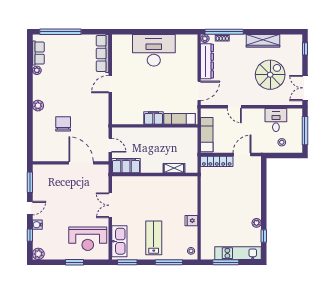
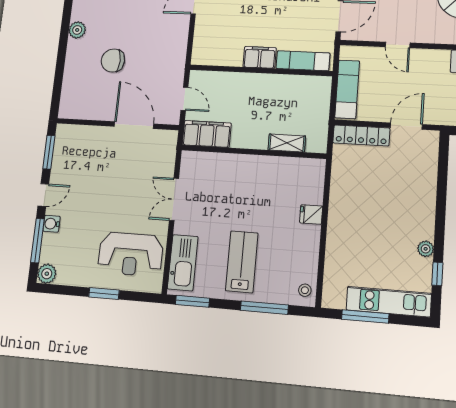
chair: (63, 124) -> (113, 61), turned -90
fridge: (191, 221) -> (311, 214), moved
window: (30, 235) -> (37, 241), width x2.17

